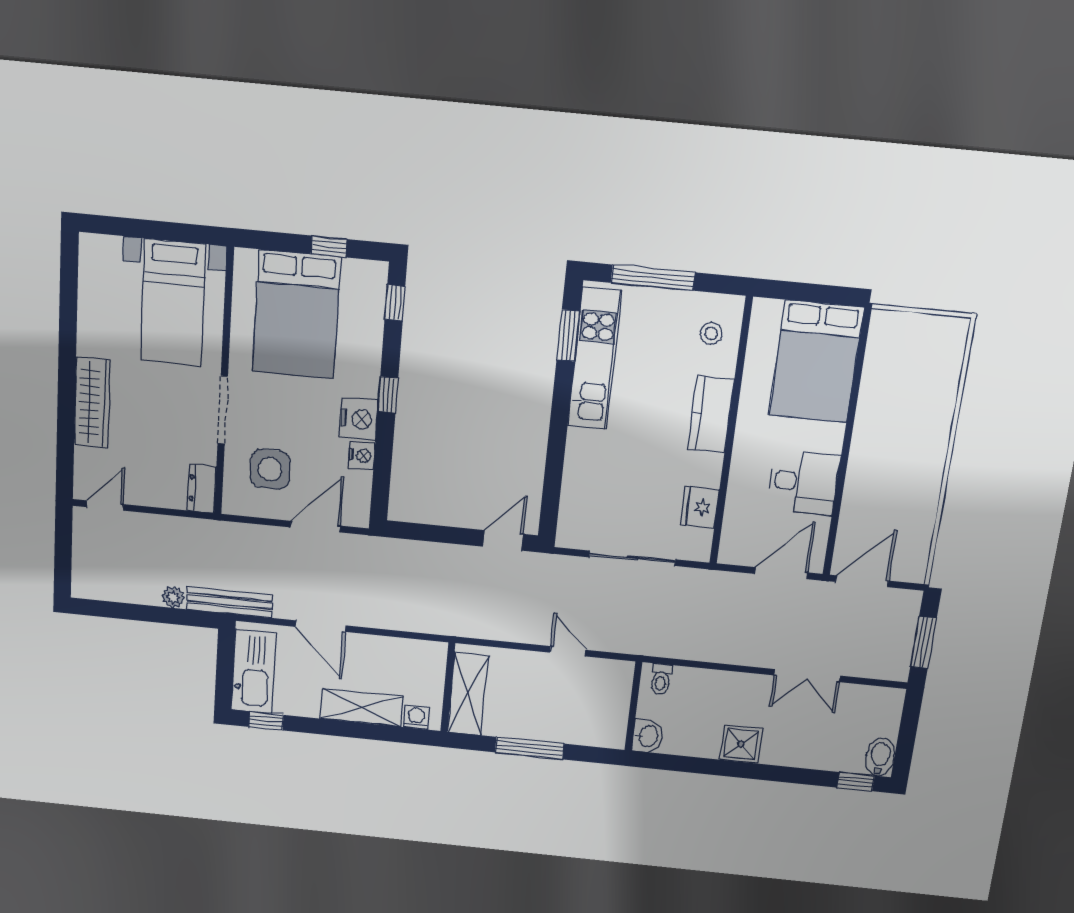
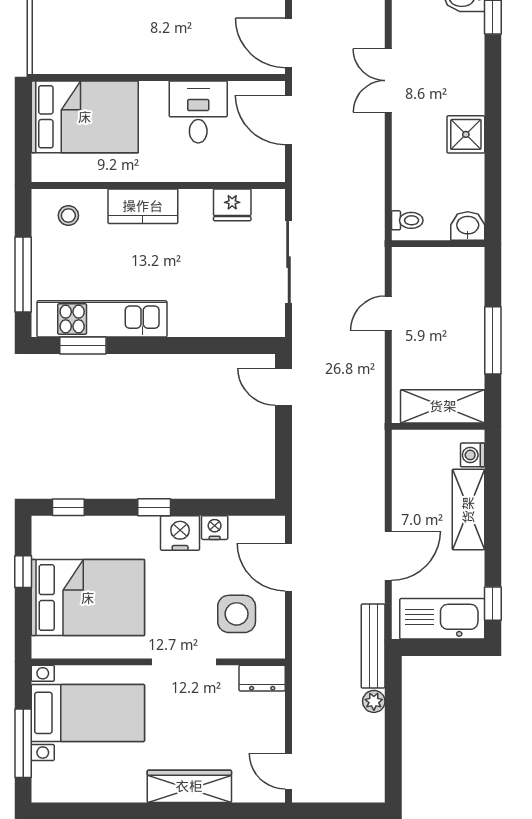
window: (143, 229) -> (23, 743), added
double door: (807, 676) -> (388, 81), swing flipped

